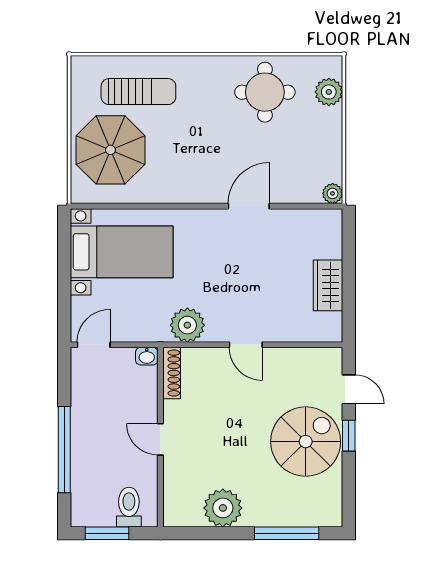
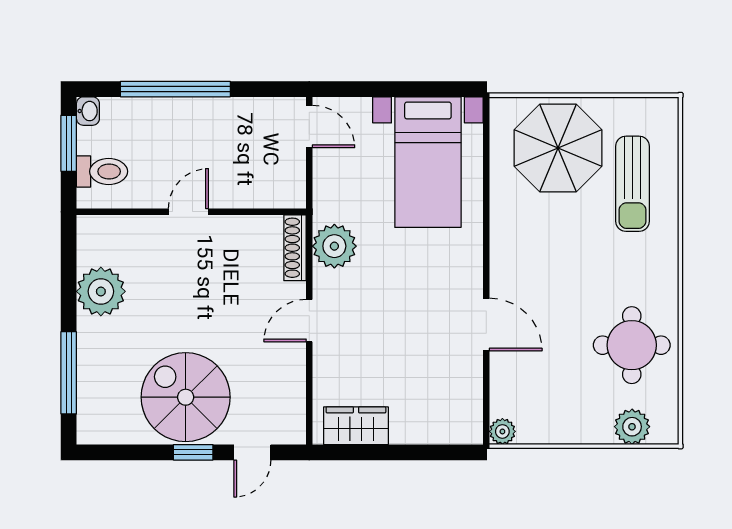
wardrobe: (328, 285) -> (356, 426), moved
washbasin: (147, 356) -> (88, 111), moved, turned 180
shoe rack: (172, 373) -> (295, 248), moved, turned 90
spiral stairs: (306, 442) -> (186, 397), turned 180

